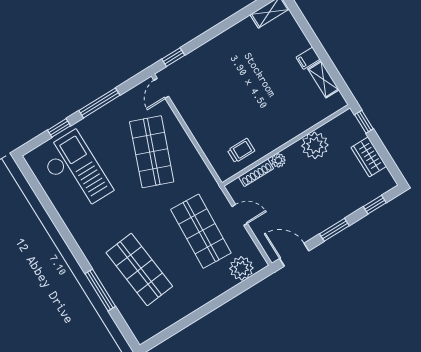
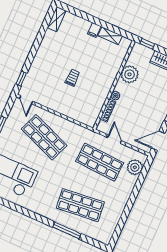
trolley: (241, 151) -> (73, 78), moved
door: (240, 215) -> (114, 139), hinge flipped

